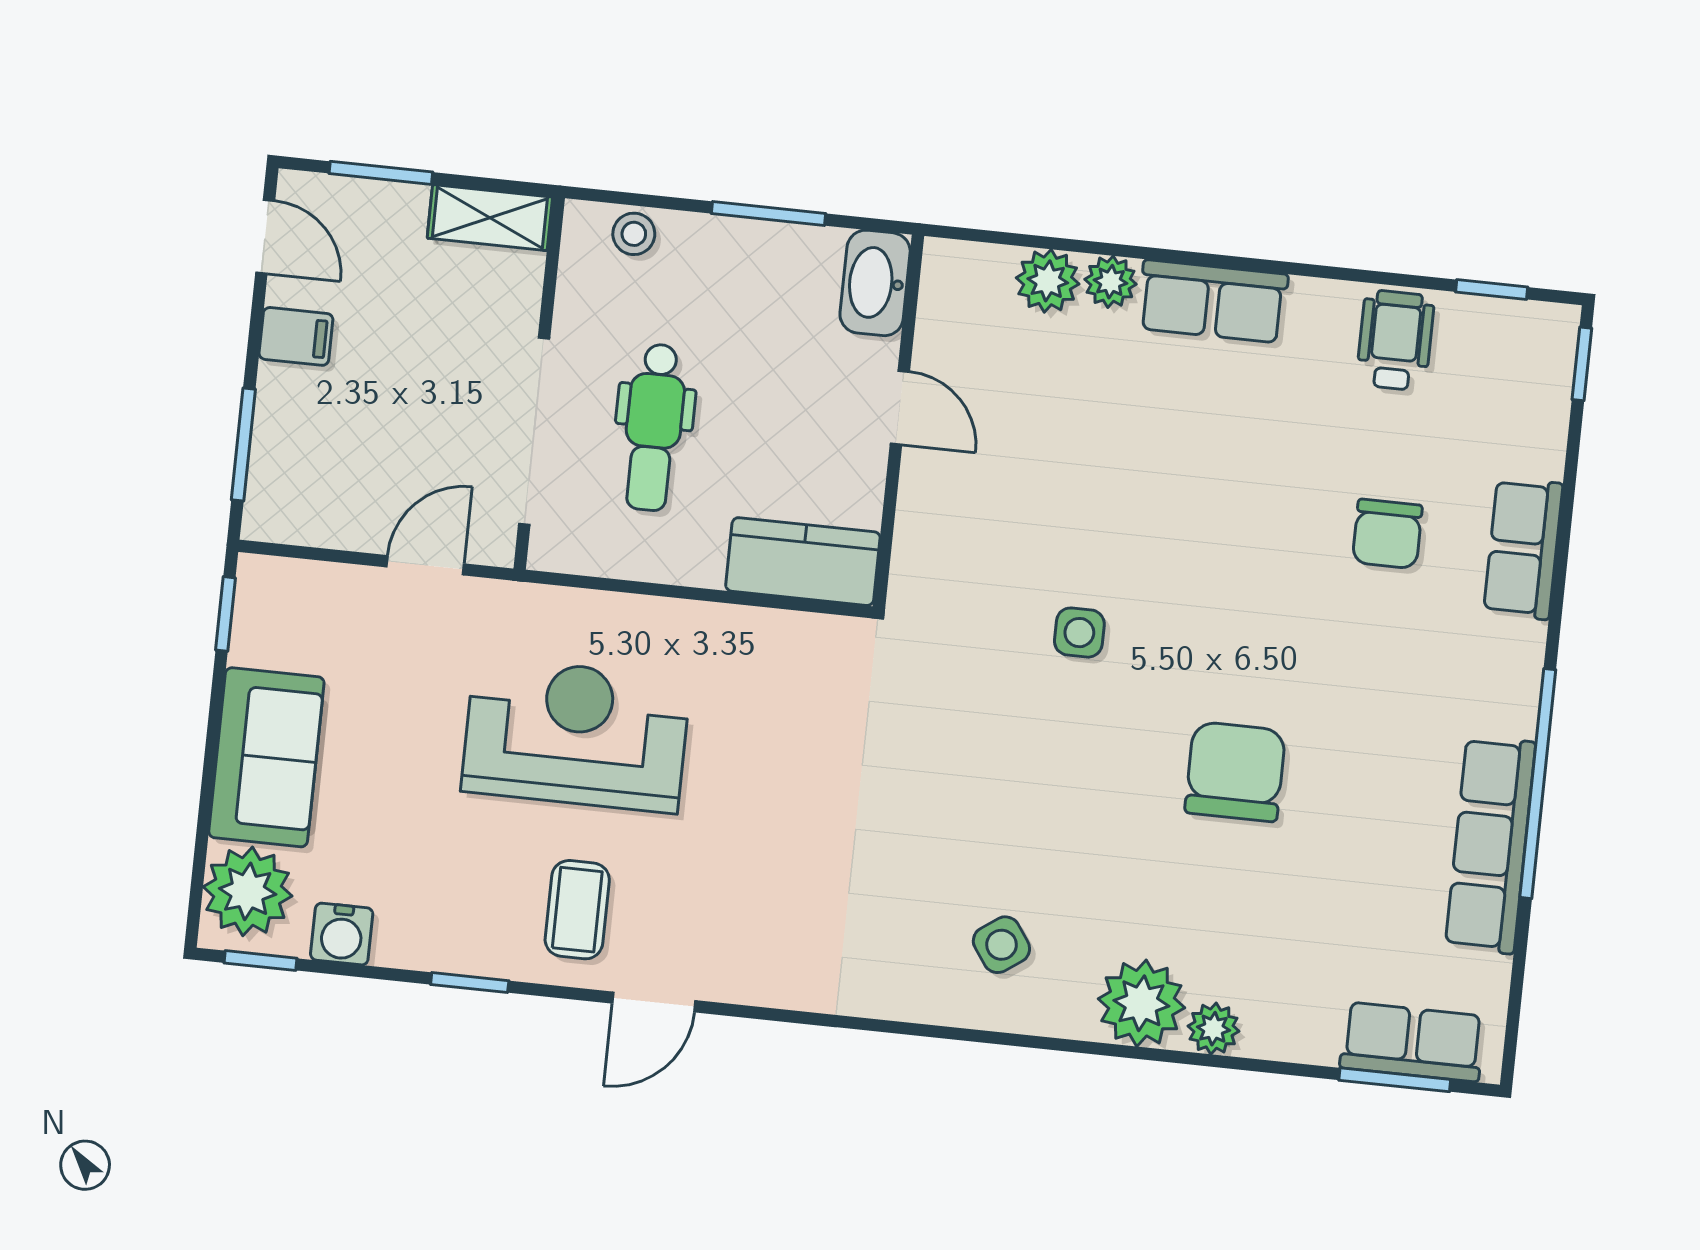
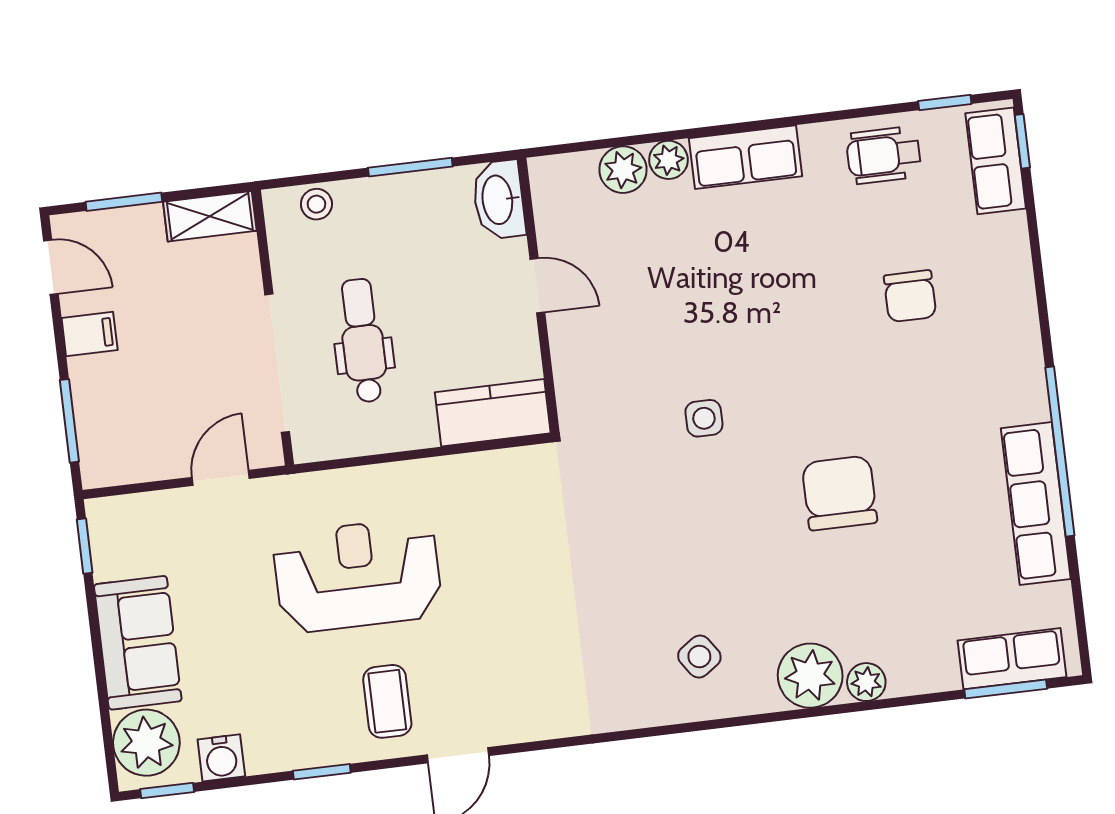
wheelchair: (1395, 340) -> (884, 155), turned -90
dental chair: (654, 427) -> (363, 341), turned 180
row of seats: (1523, 548) -> (996, 161), moved

